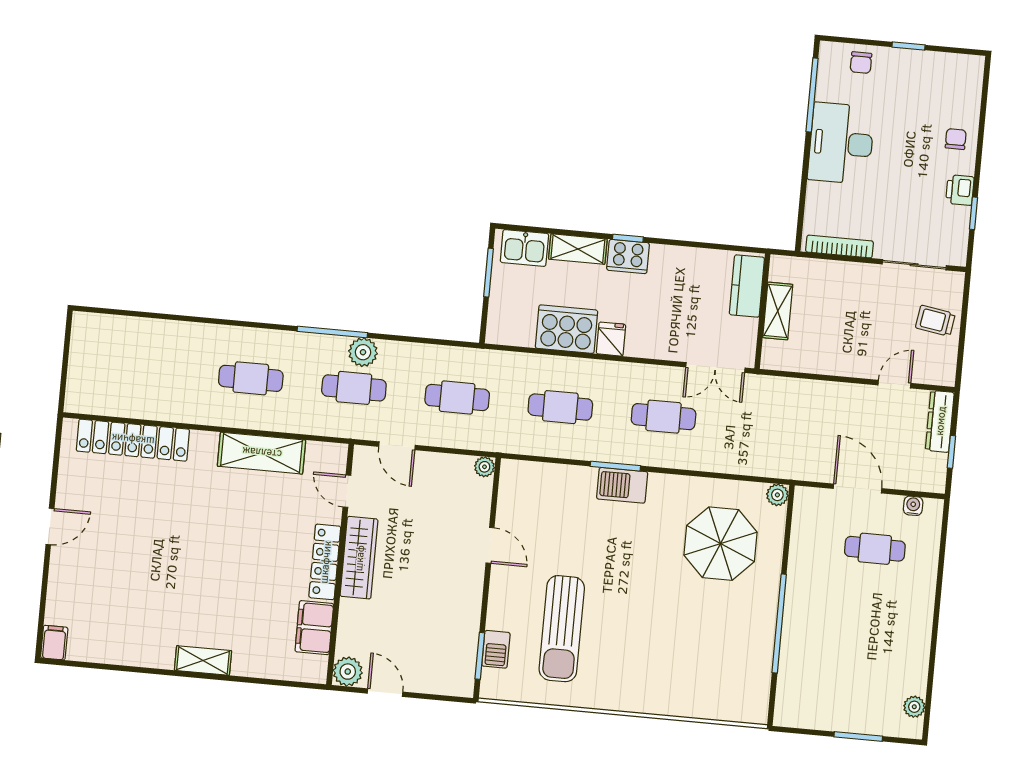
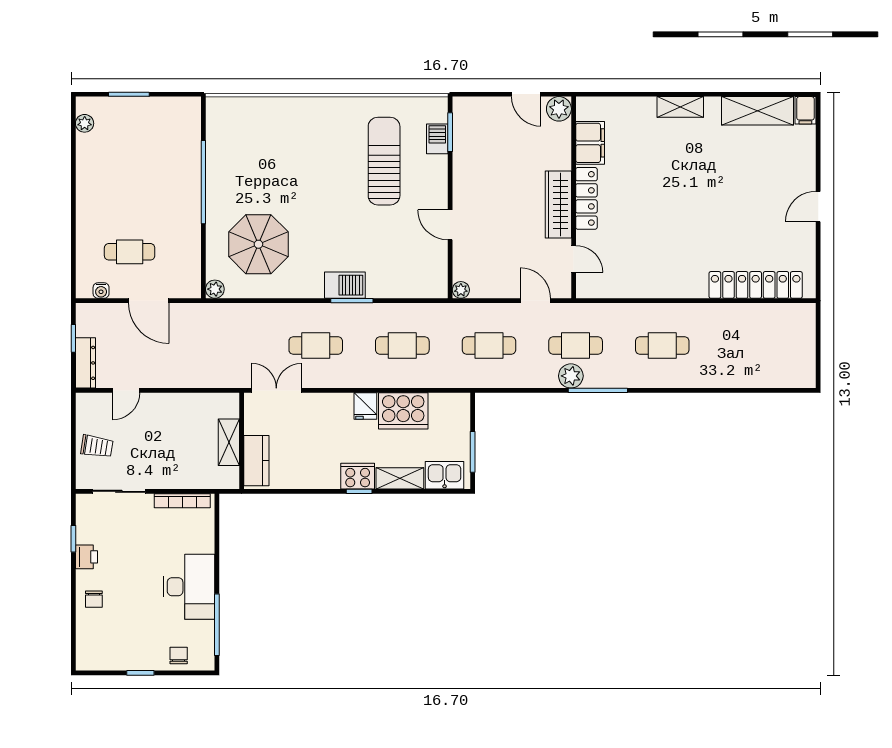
shelving: (262, 453) -> (757, 111), moved

